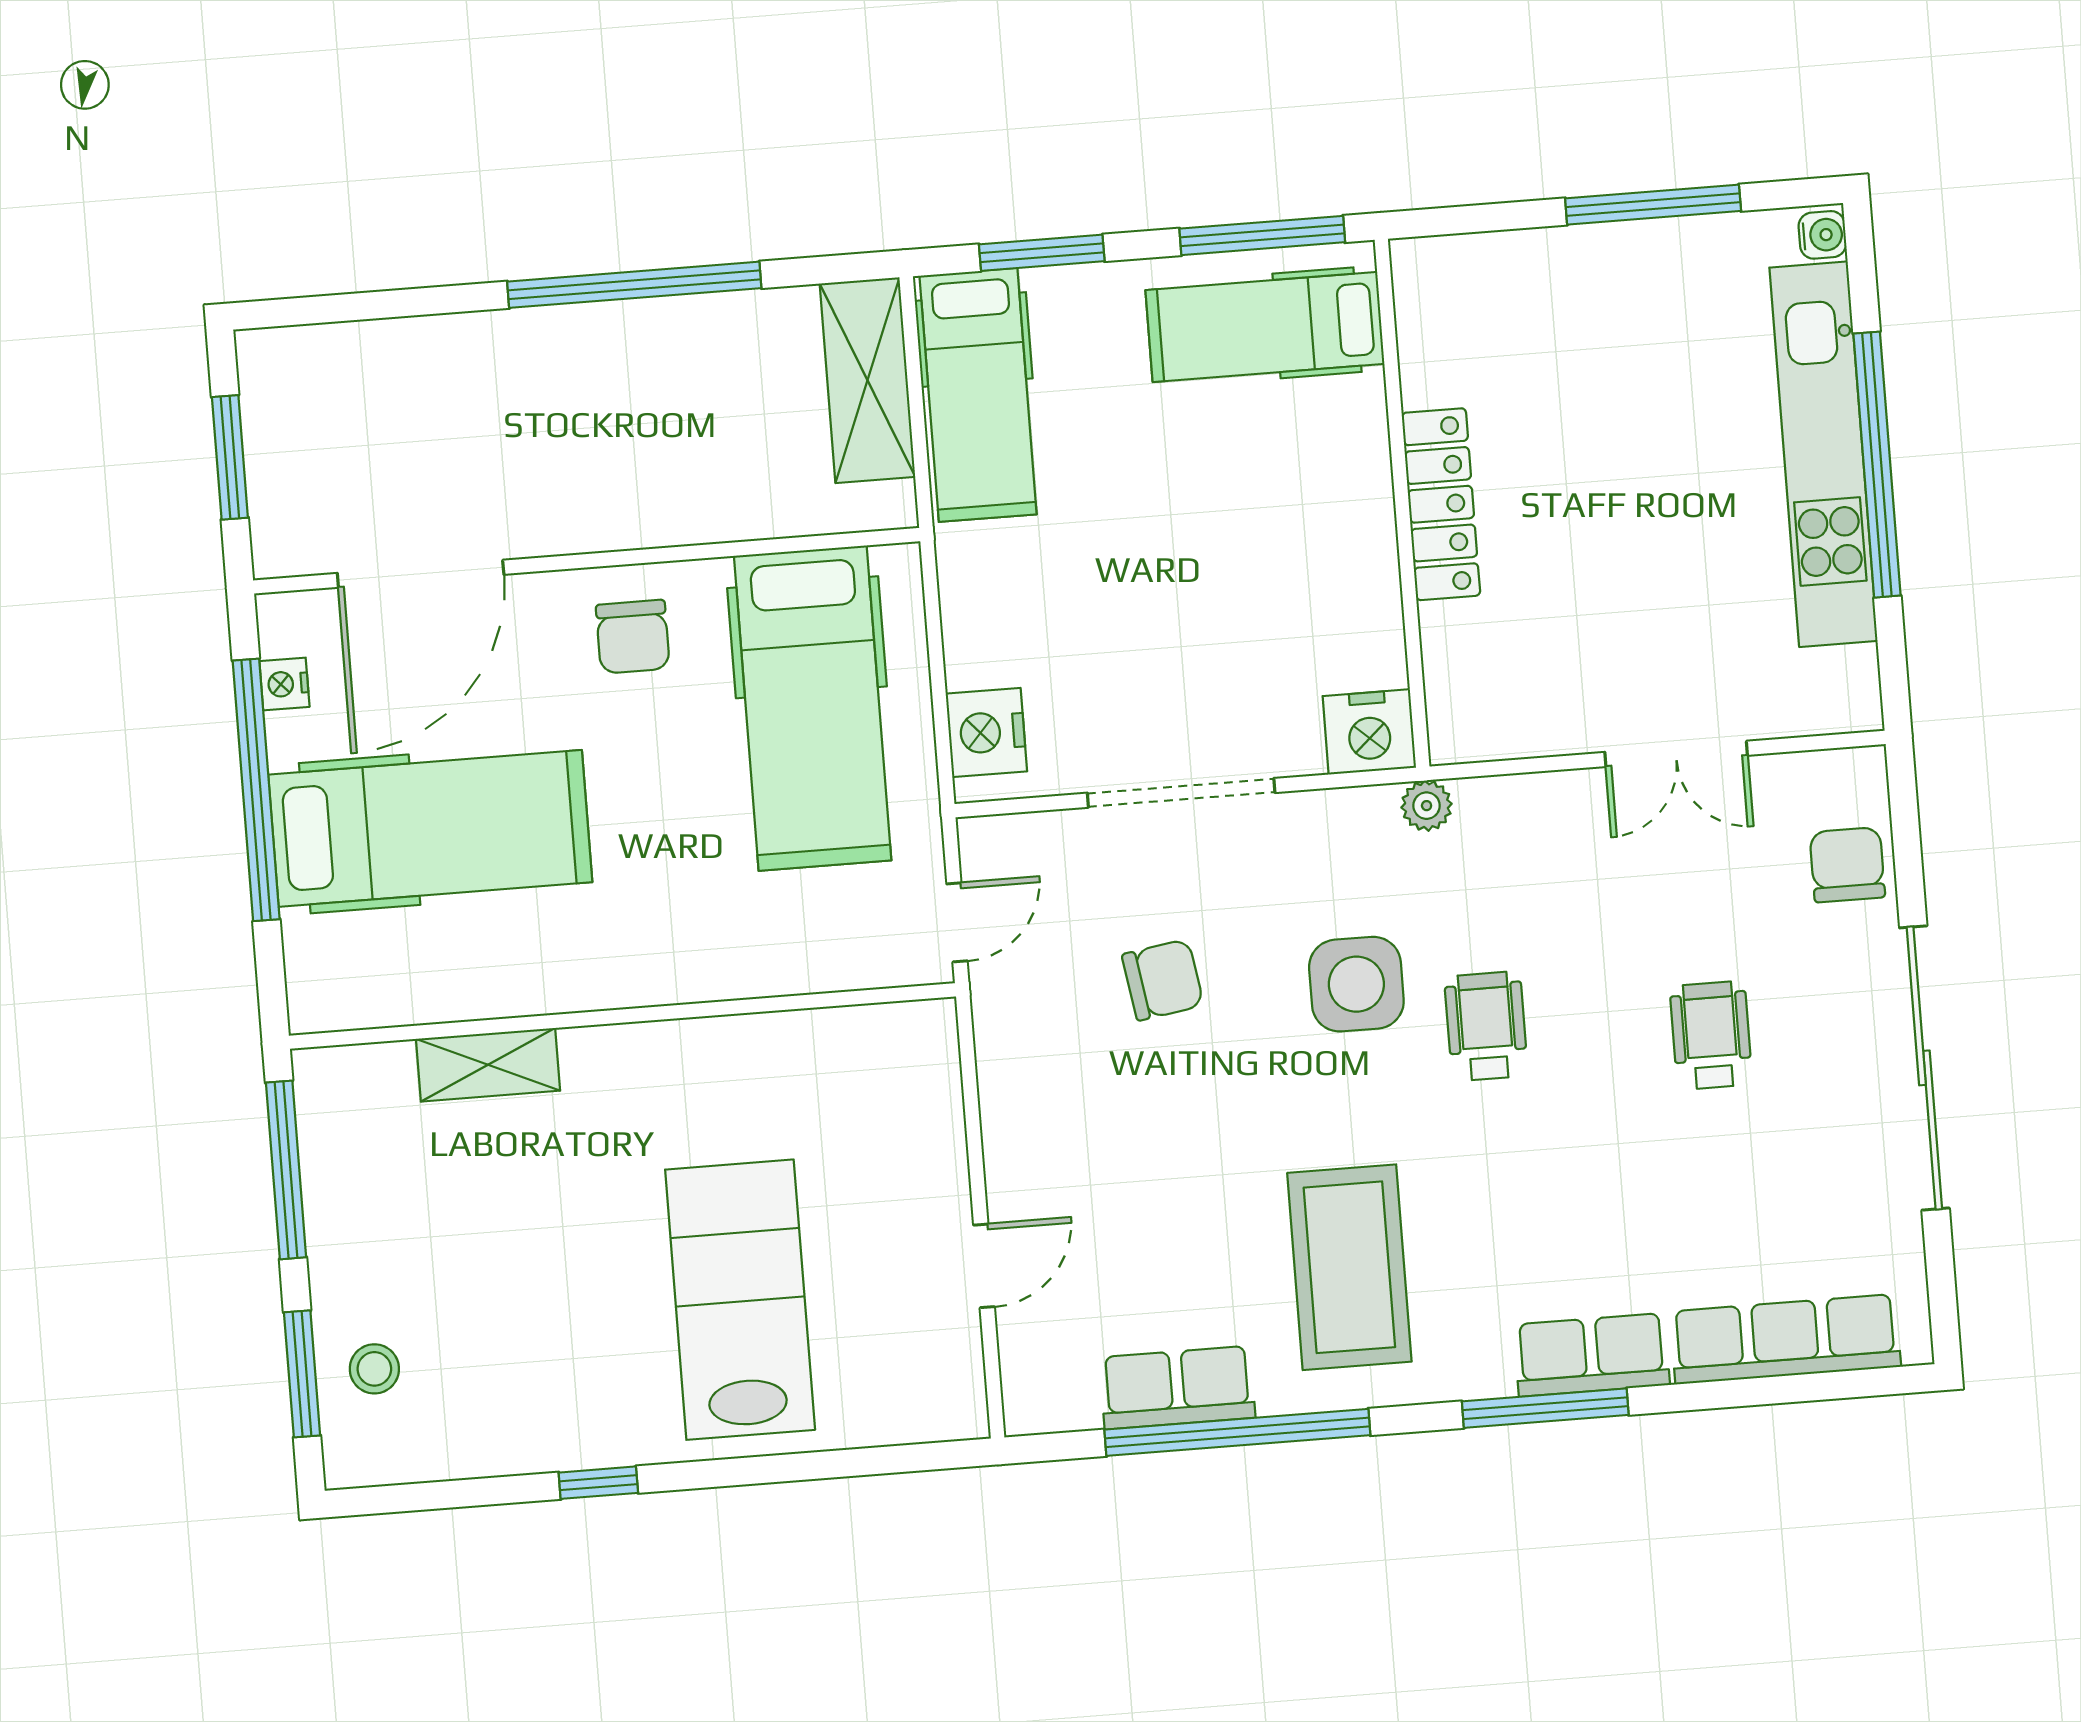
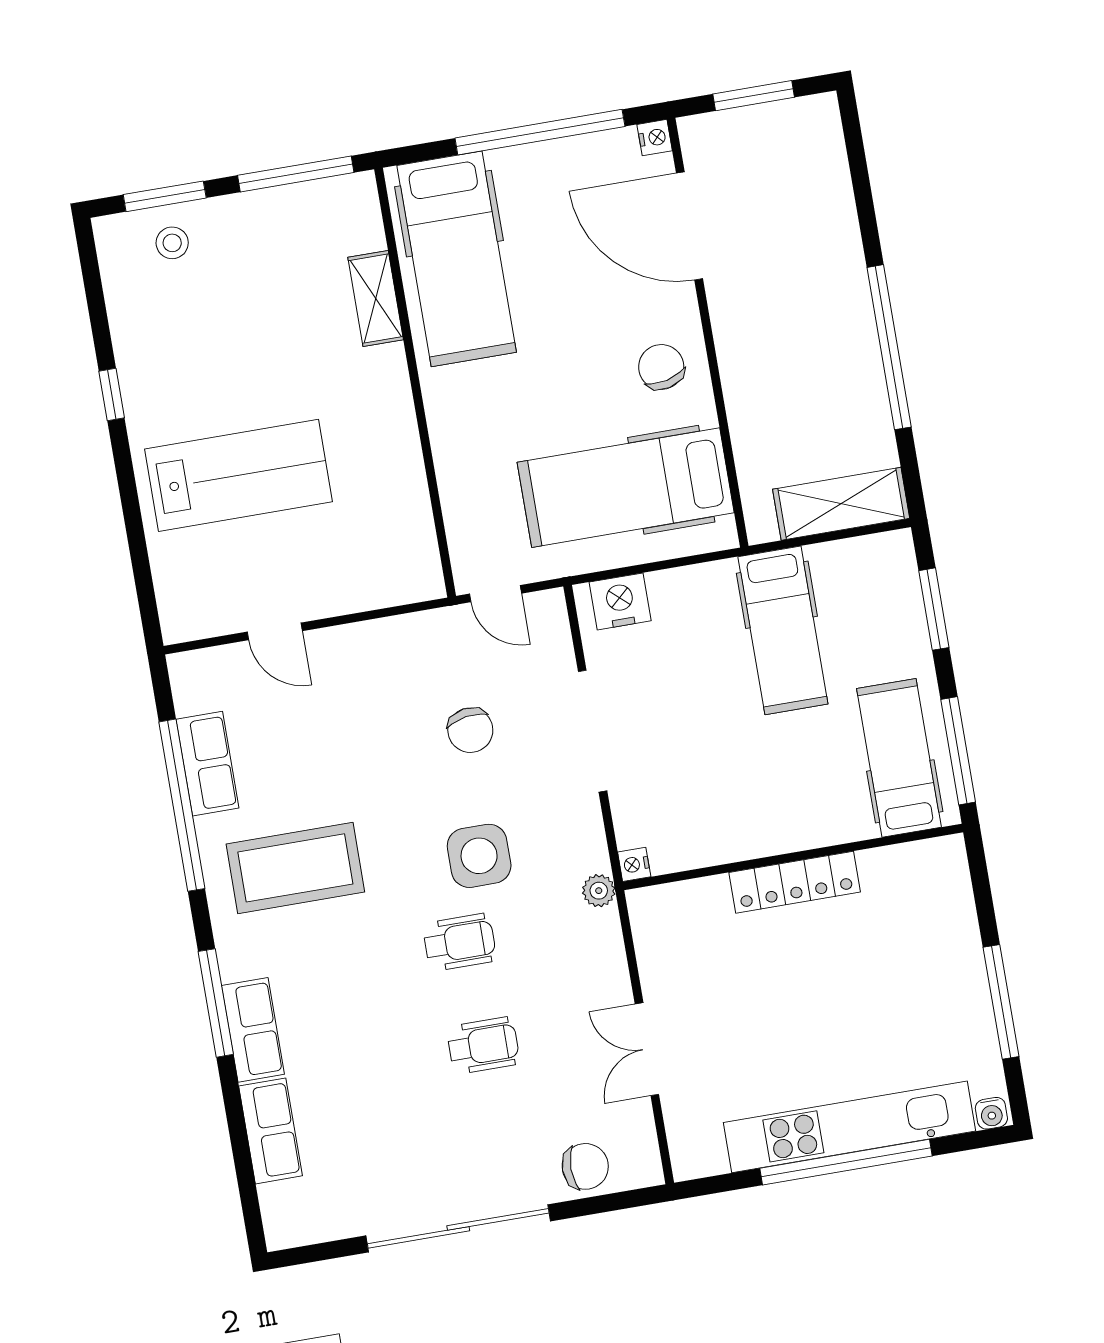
hospital bed: (978, 395) -> (783, 630), moved, turned -90
chair: (633, 637) -> (661, 367), turned 77
nightstand: (284, 684) -> (655, 138), moved, turned 90
nightstand: (1369, 732) -> (634, 864), width x0.53, depth x0.56
hospital bed: (430, 828) -> (457, 259), moved
wheelchair: (1711, 1035) -> (483, 1045), moved
row of seats: (1785, 1339) -> (270, 1131), width x0.68

